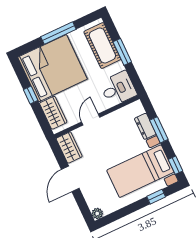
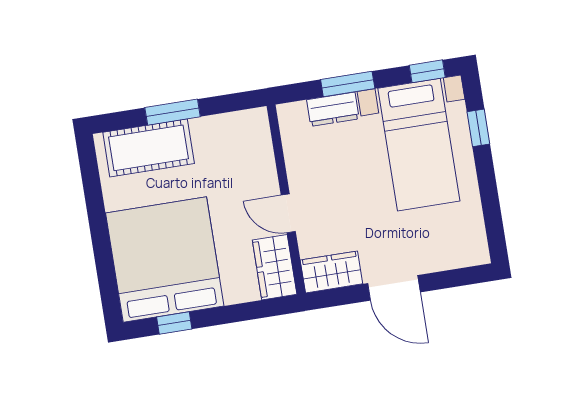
window: (58, 33) -> (99, 228), removed
desk: (118, 89) -> (243, 141), removed
window: (31, 95) -> (174, 323), moved
wardrobe: (53, 113) -> (275, 267), moved, turned -90
plant: (97, 213) -> (478, 254), removed

